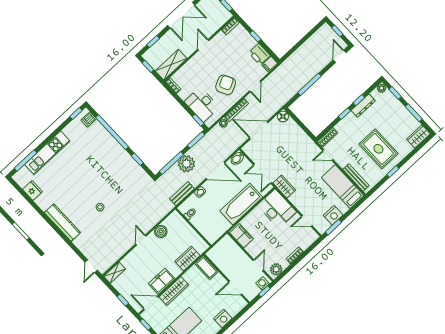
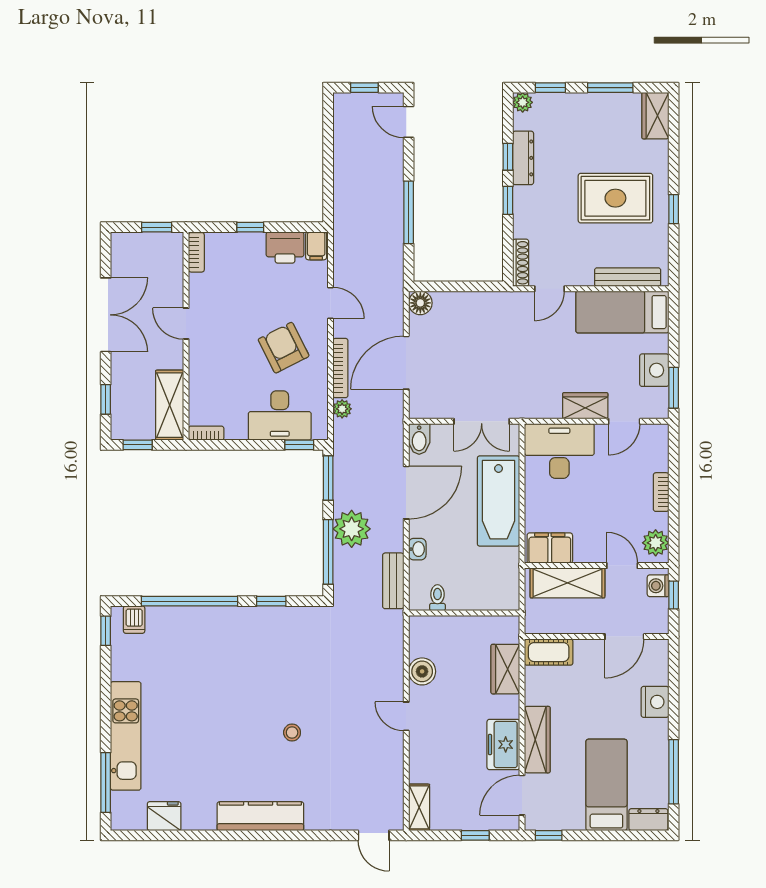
wardrobe: (284, 186) -> (585, 406), moved
shelving: (235, 252) -> (567, 583), added

